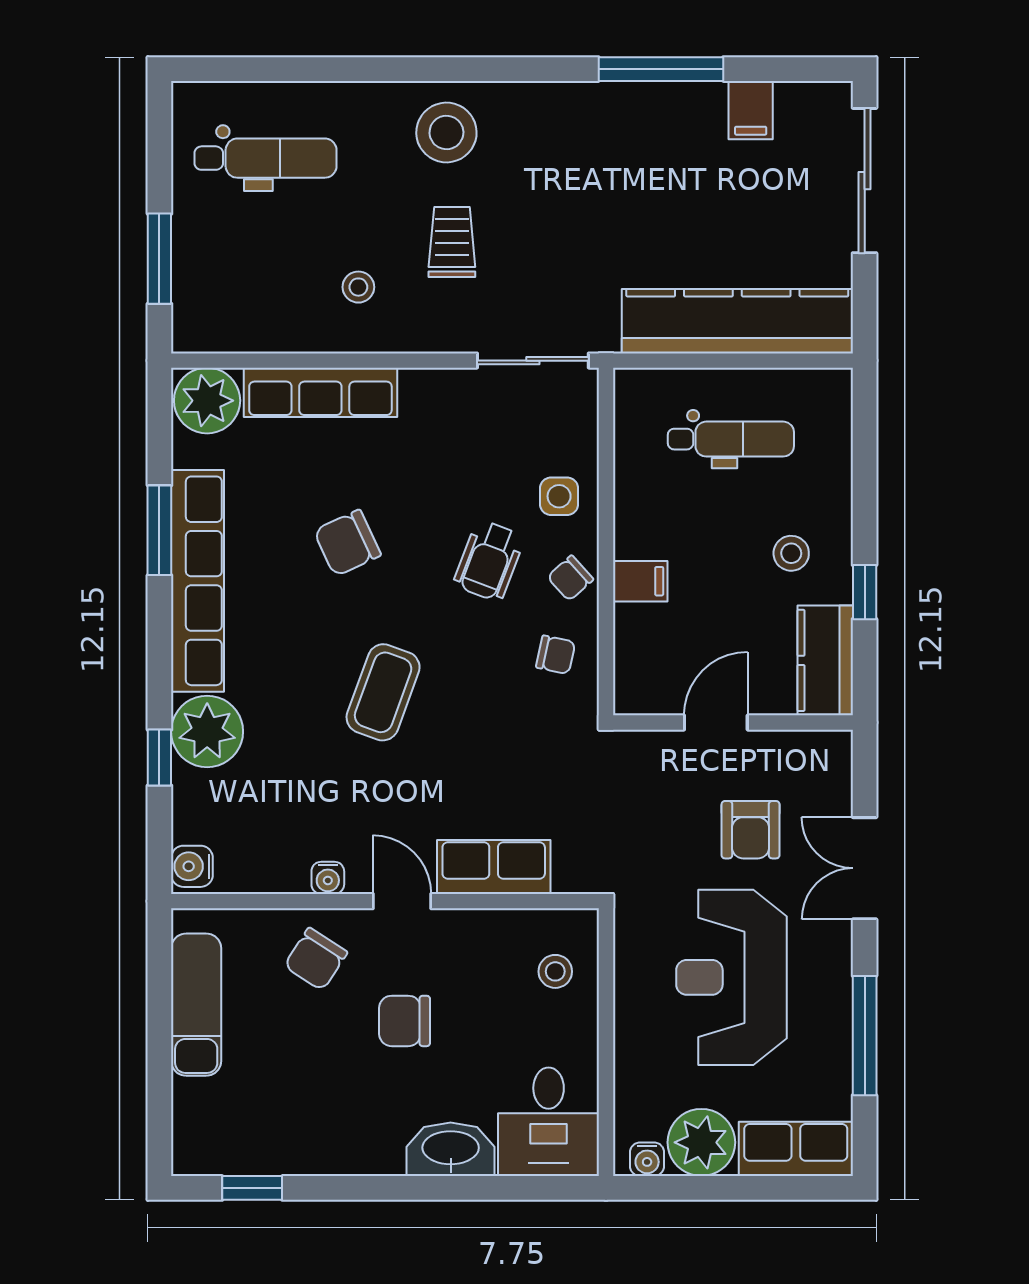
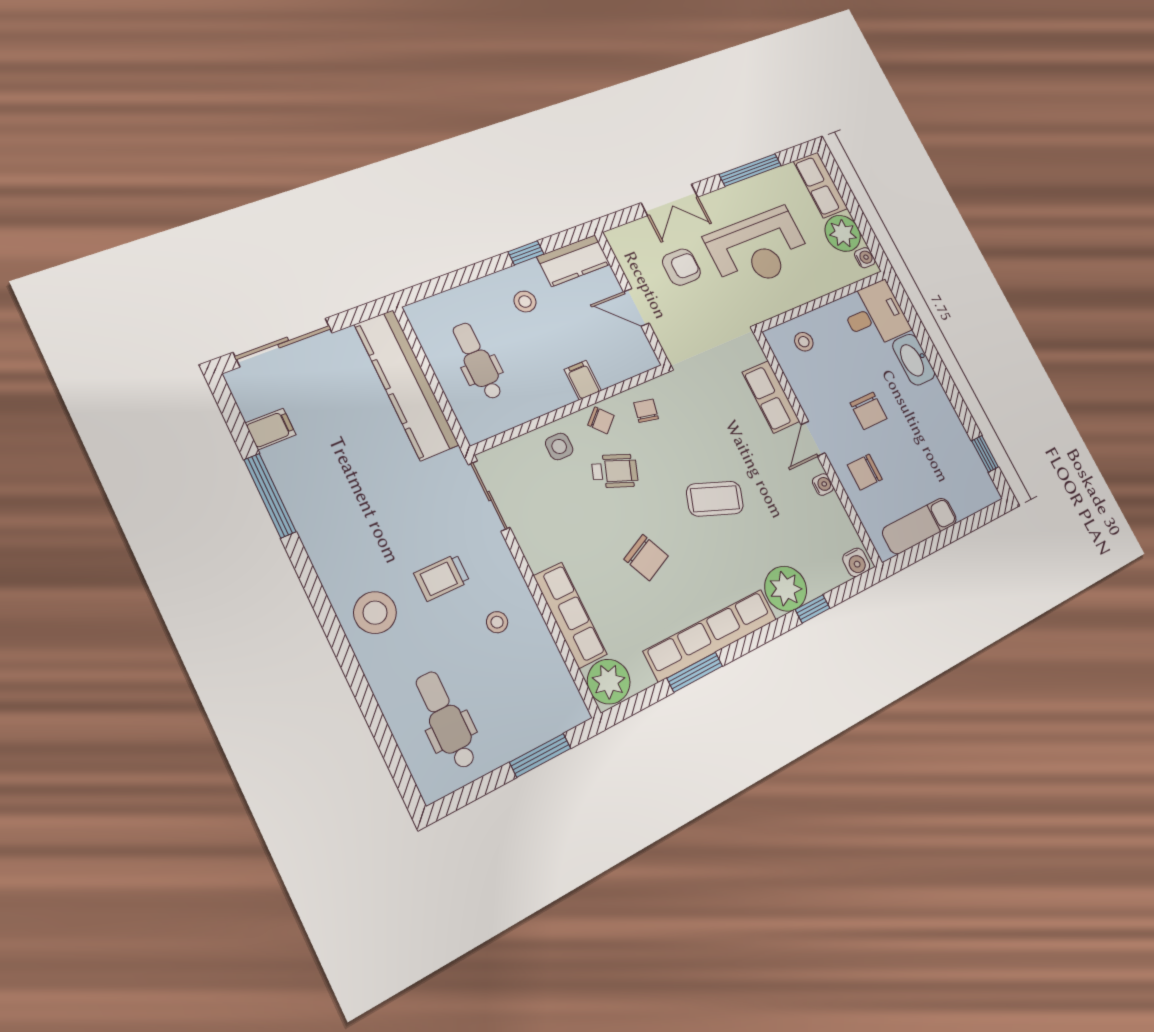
chair: (316, 959) -> (865, 472), turned 147

